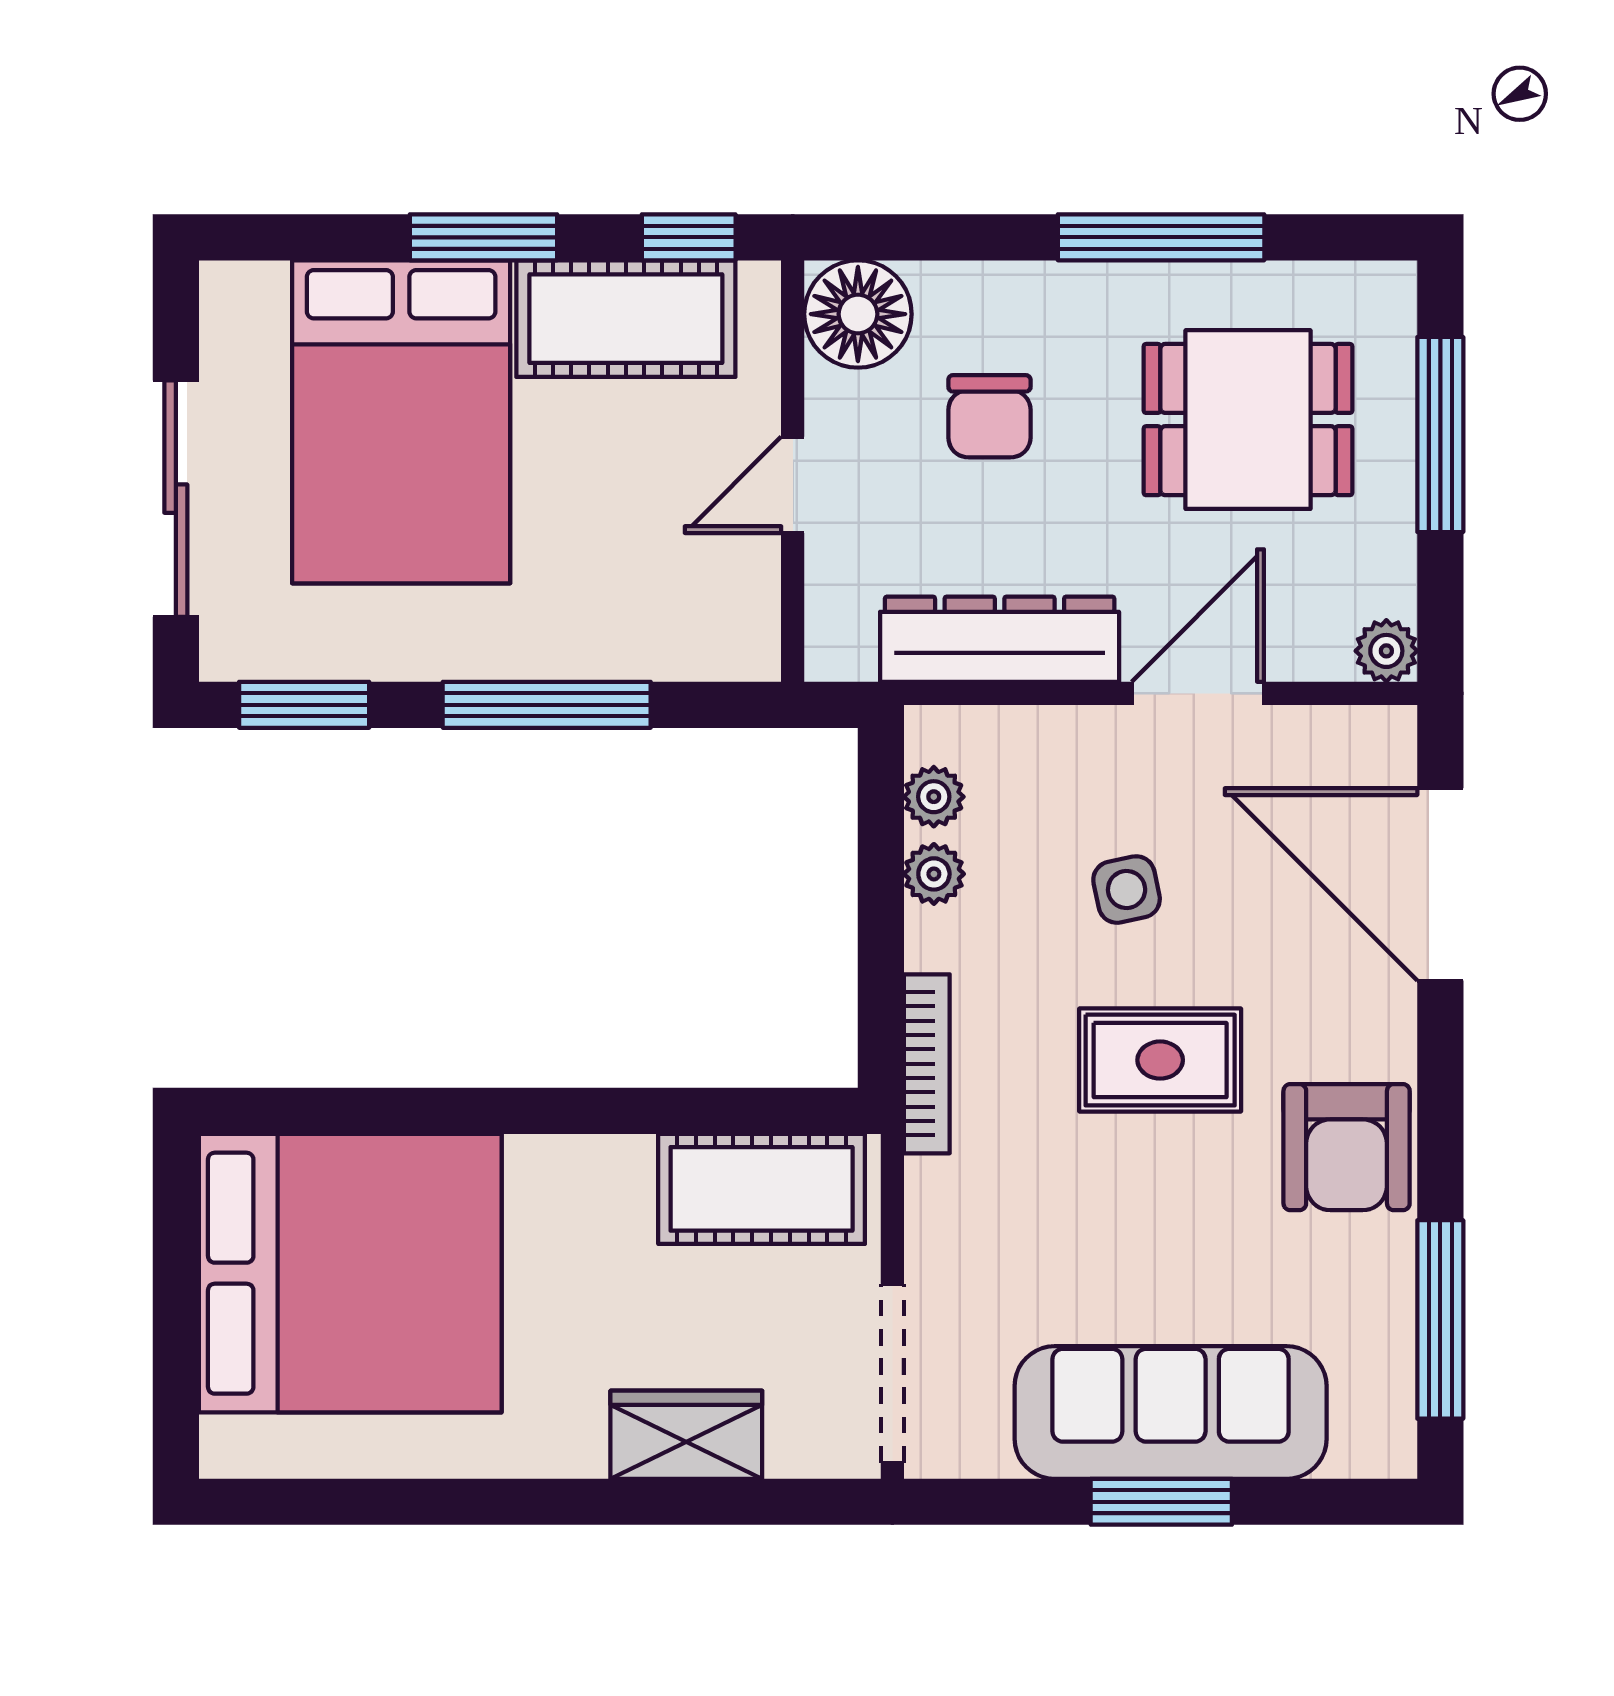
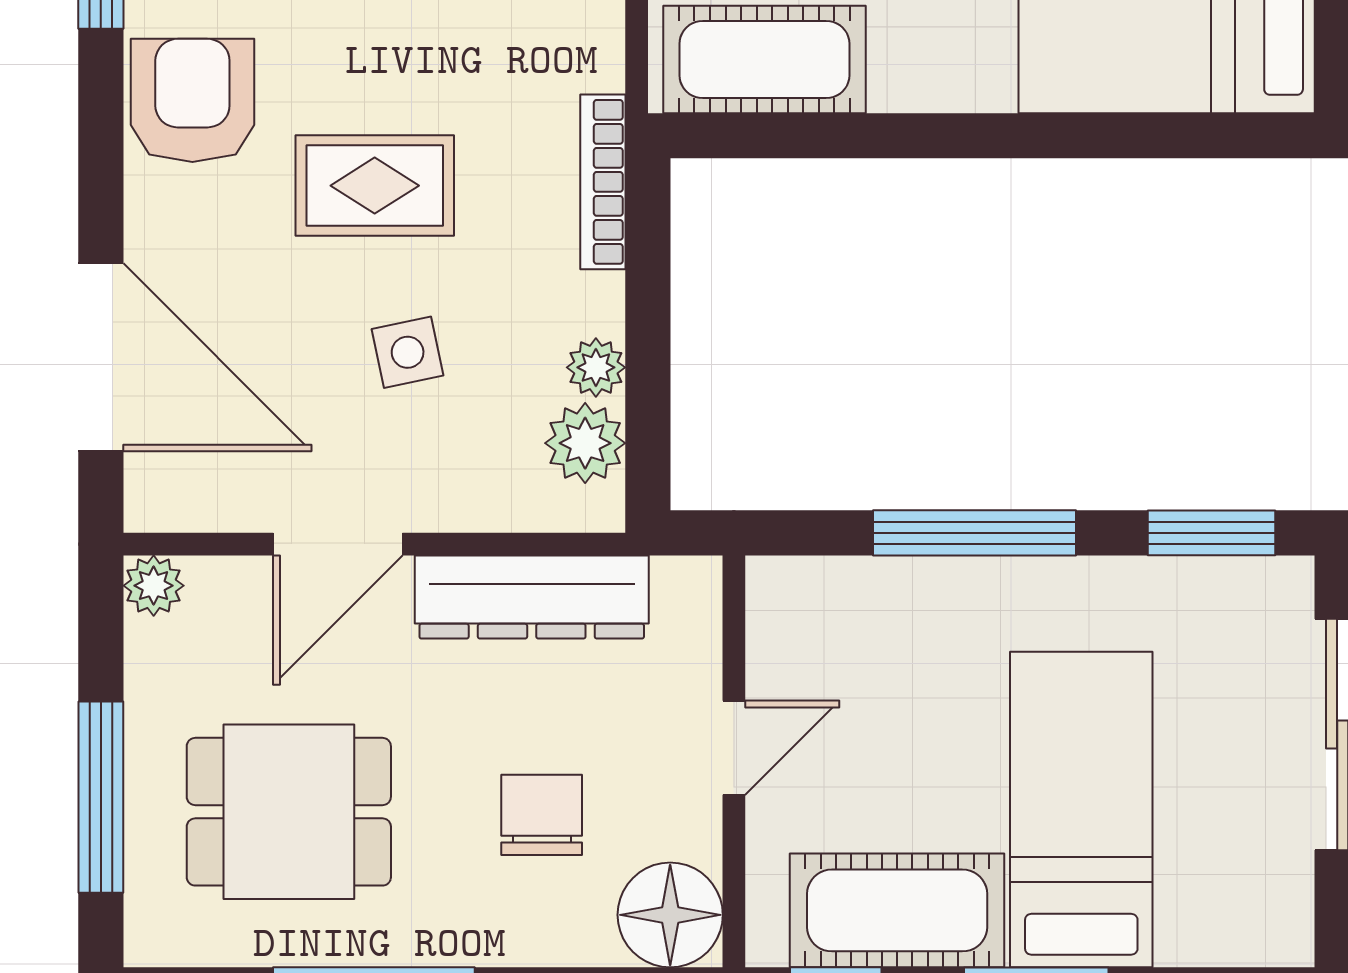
bed: (401, 422) -> (1081, 810), width x0.67
plant: (934, 797) -> (585, 443), width x1.38, depth x1.38

